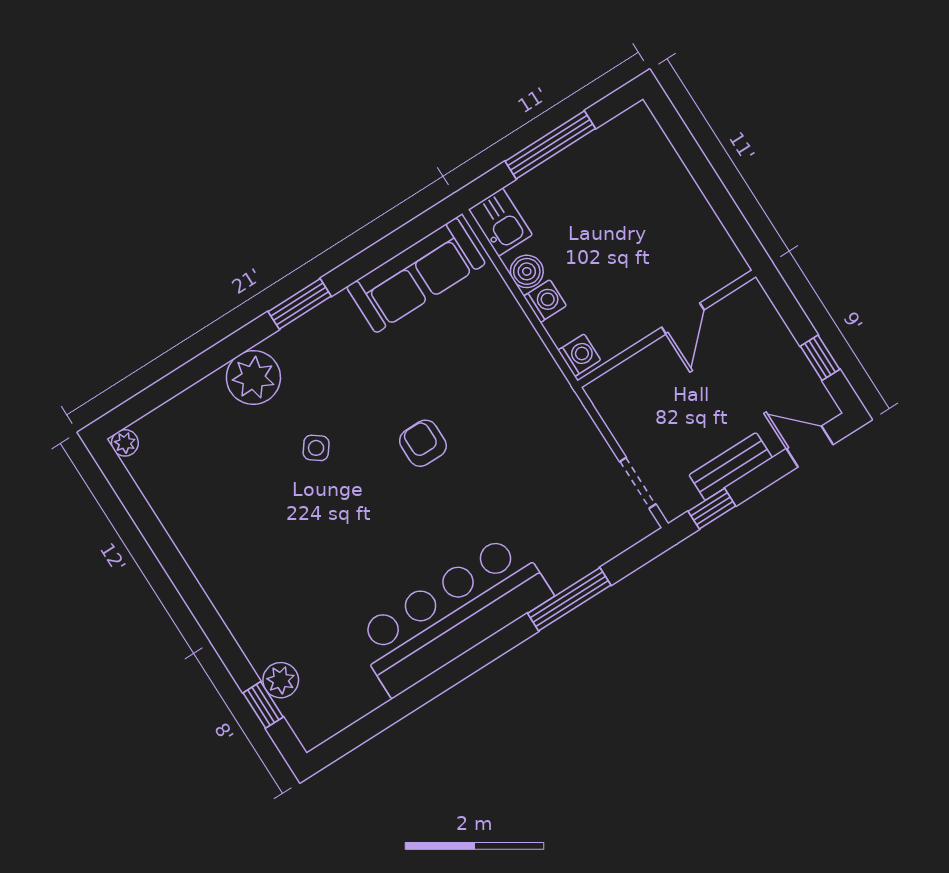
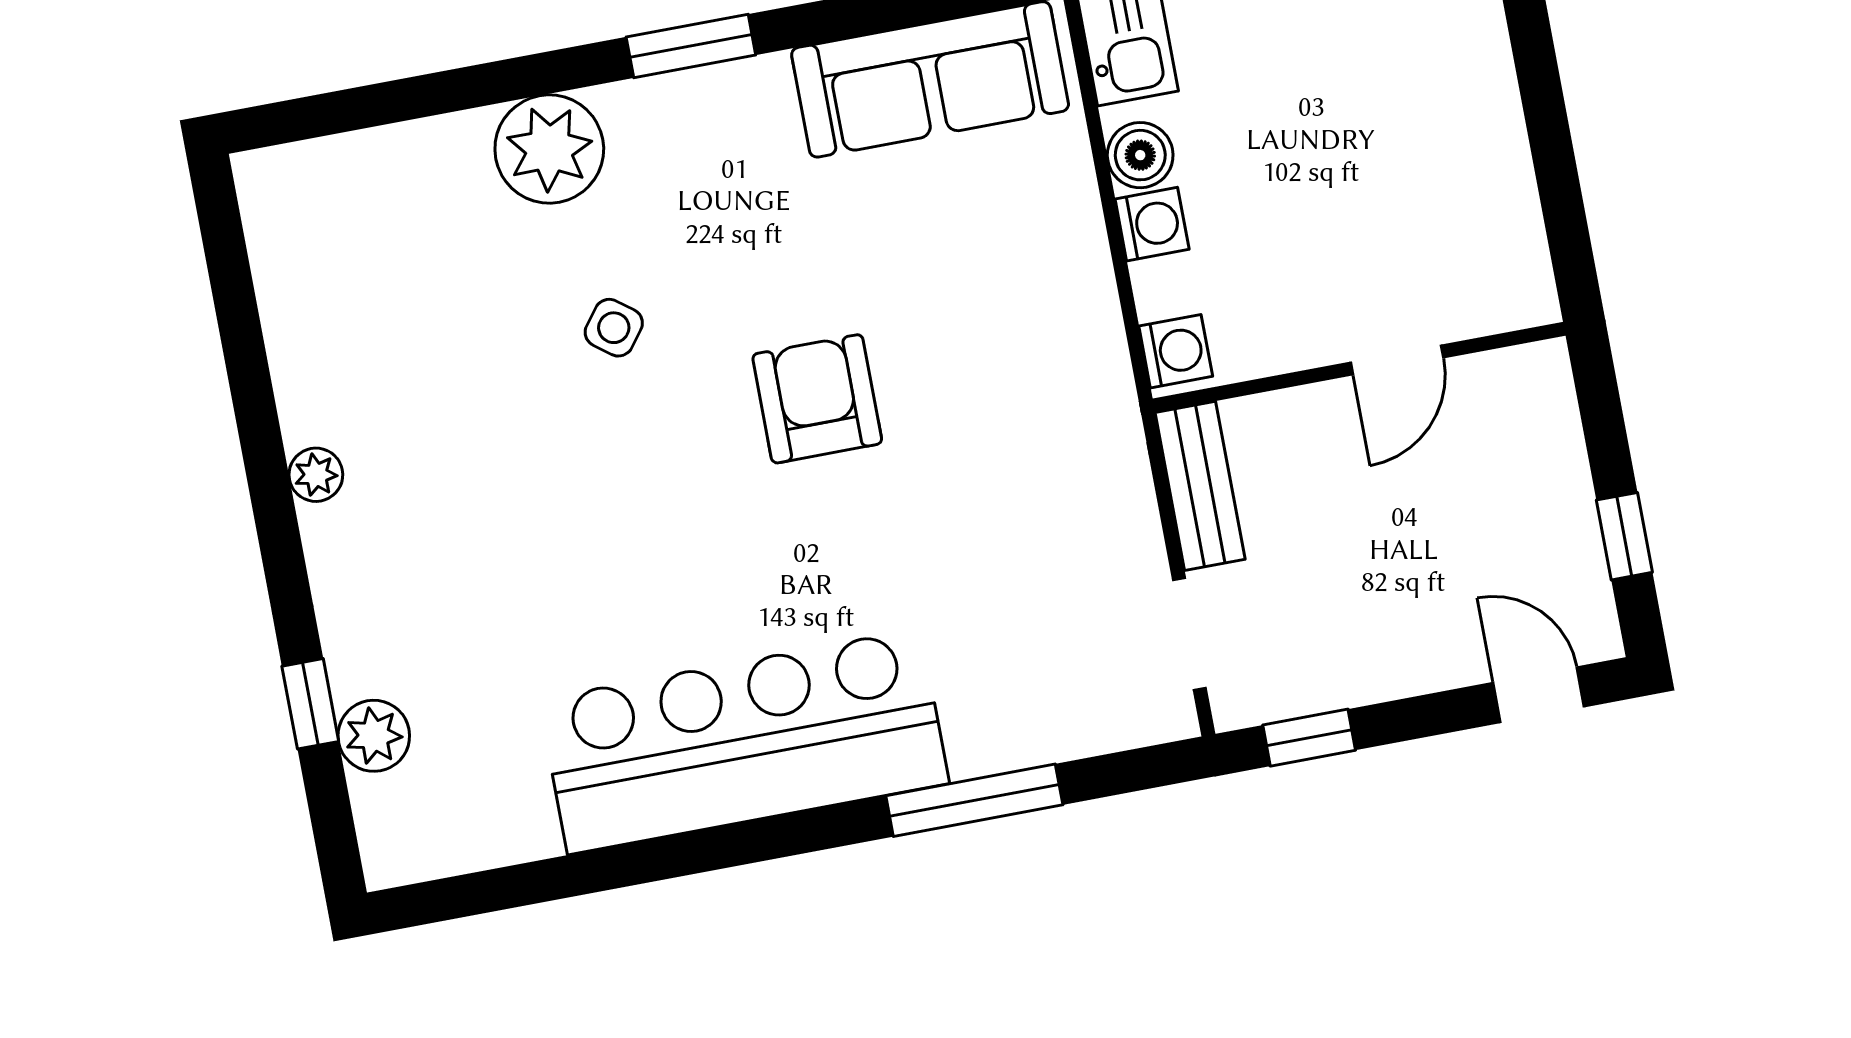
plant: (125, 443) -> (316, 475), moved
armchair: (423, 443) -> (817, 399), width x1.38, depth x1.38
bench: (731, 466) -> (1200, 486), moved, turned 90
window: (263, 705) -> (310, 704), moved

